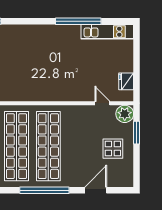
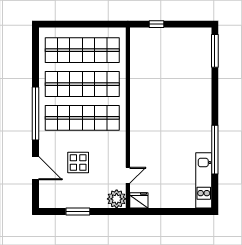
fridge: (126, 81) -> (139, 200), moved
window: (137, 133) -> (78, 211), moved
display table: (113, 149) -> (78, 162), moved

